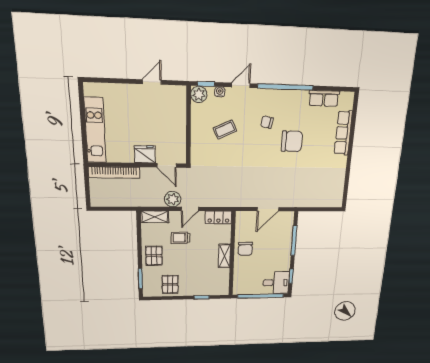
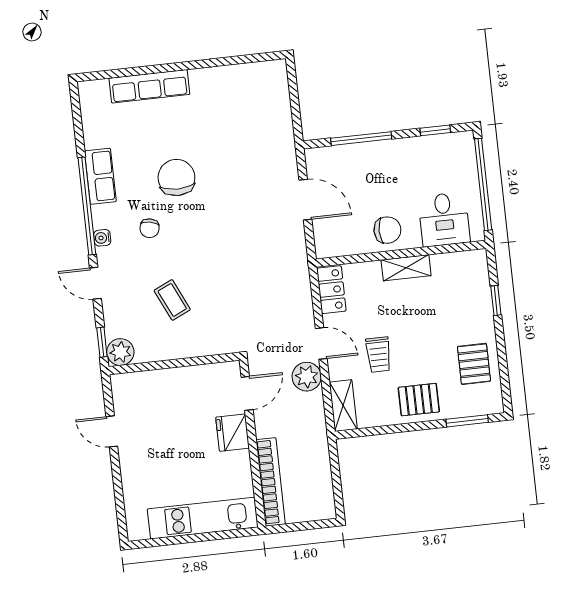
water cooler: (220, 92) -> (102, 238), moved
row of seats: (324, 98) -> (100, 176), moved
desk: (276, 283) -> (444, 219), moved, turned 180
pallet: (170, 284) -> (474, 364), turned 90

